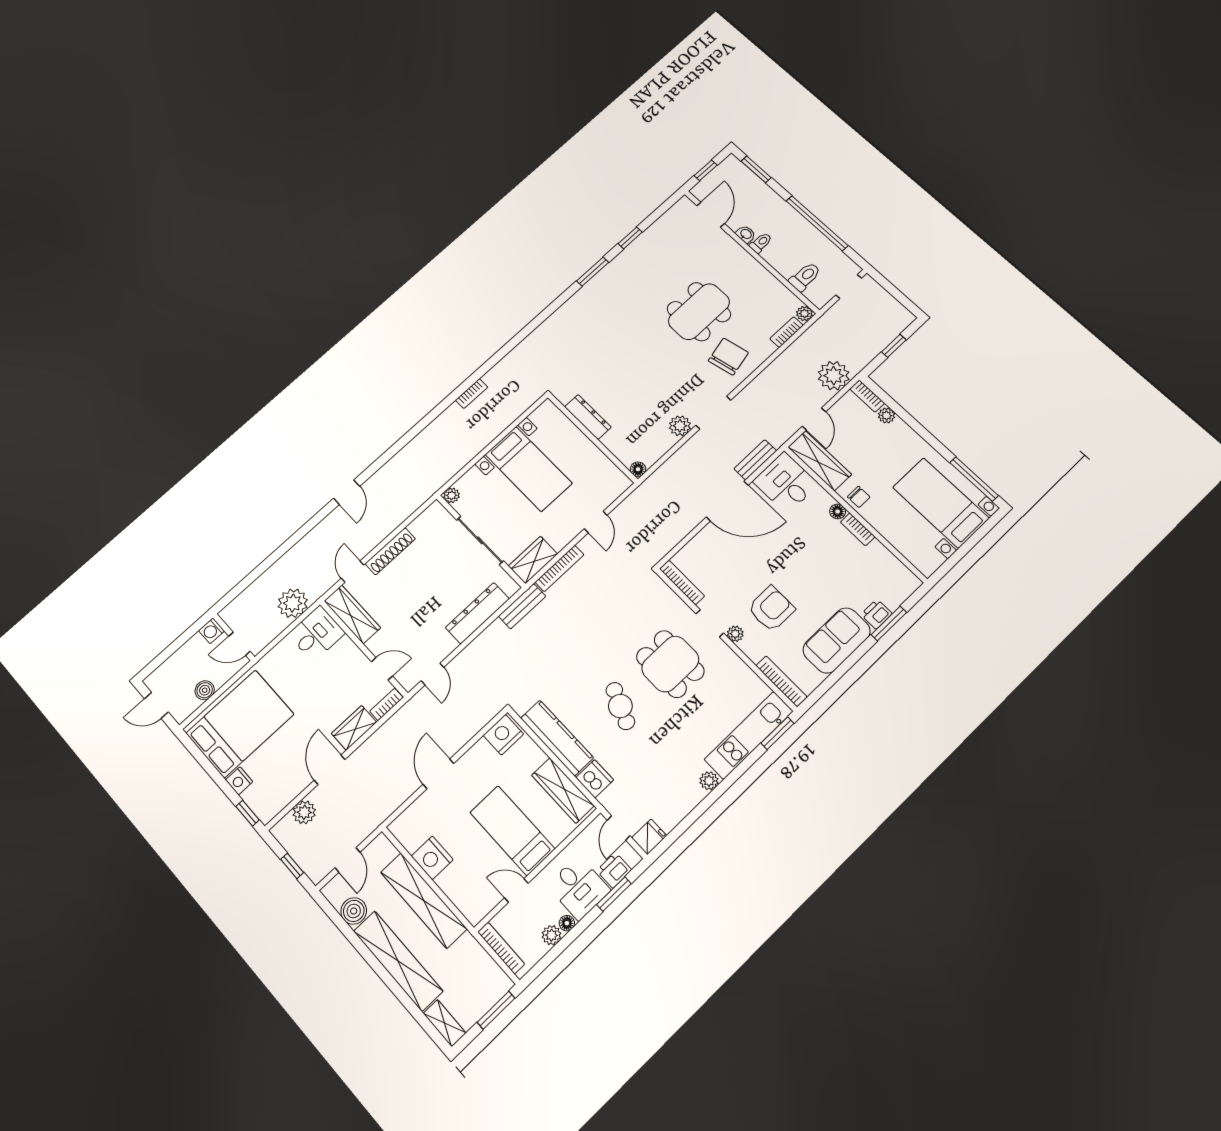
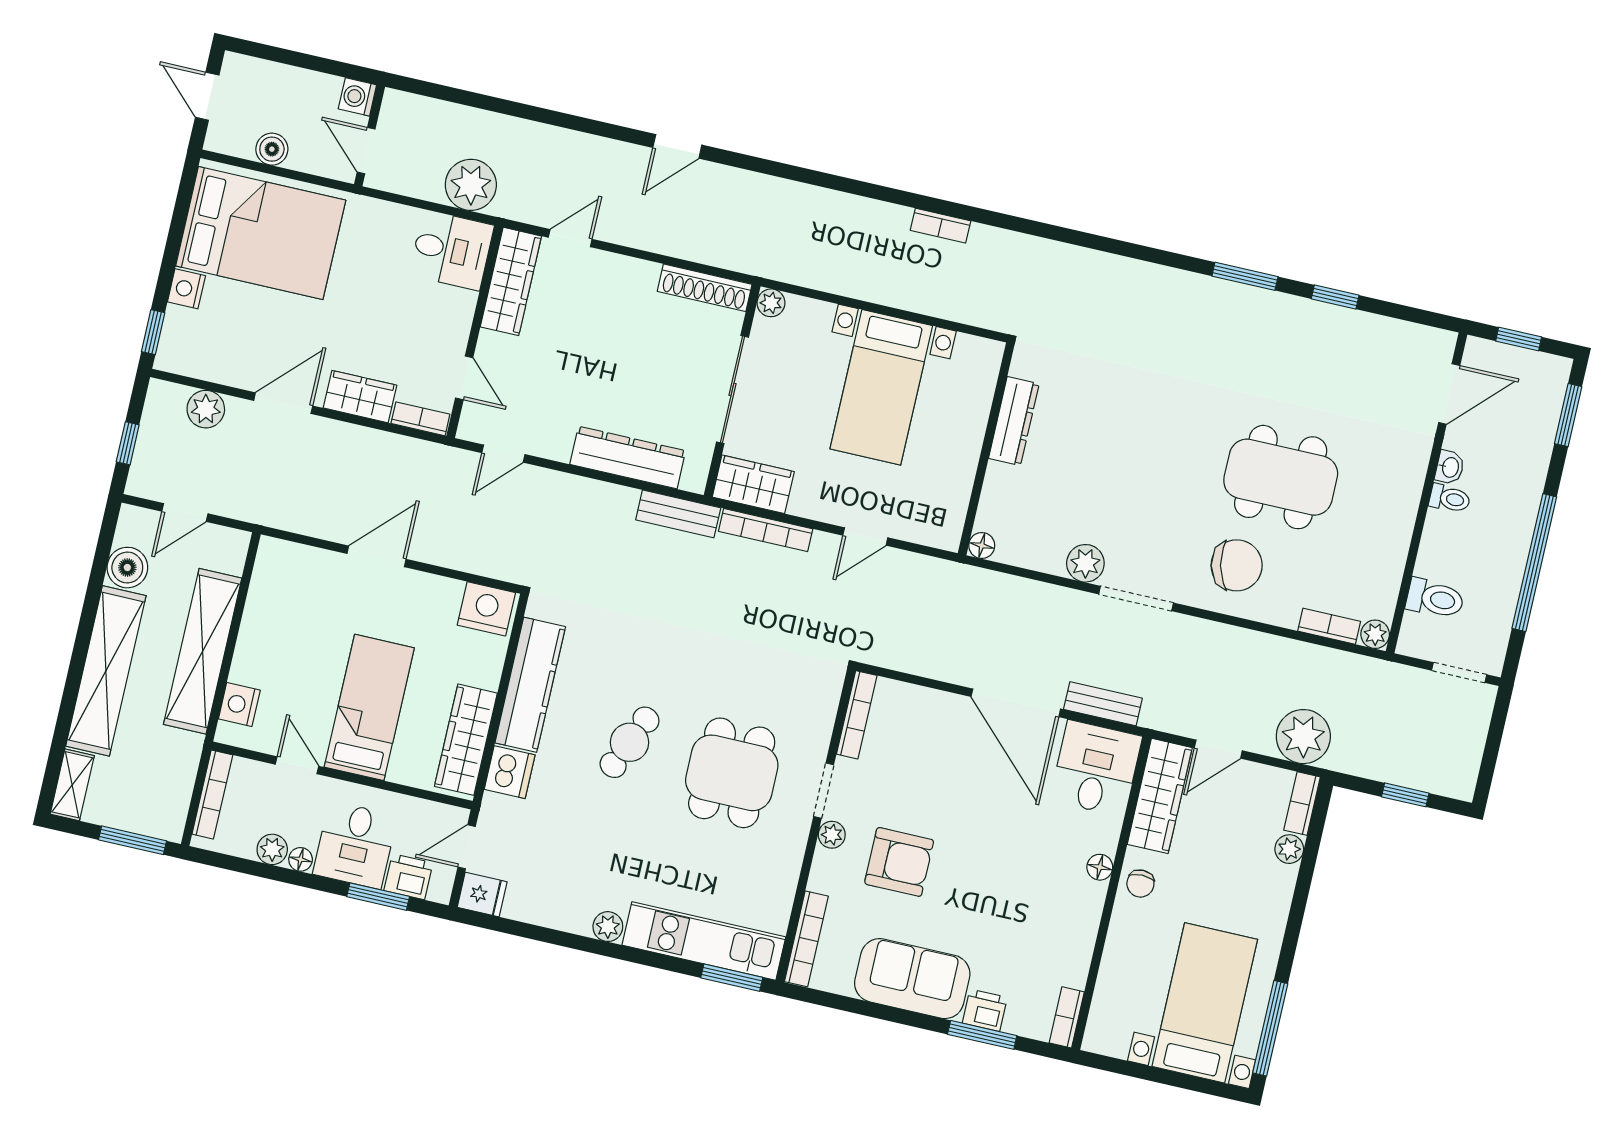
bookcase: (858, 529) -> (1067, 1017), moved
shoe rack: (390, 551) -> (705, 288), moved
nightstand: (432, 858) -> (239, 704), moved, width x0.74, depth x0.75

